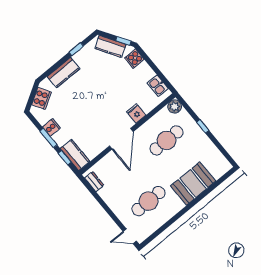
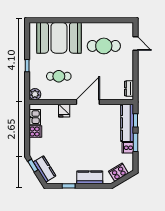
cooker: (134, 59) -> (35, 132), moved
cafe table: (166, 140) -> (59, 76), width x0.73, depth x0.74
kitchen counter: (75, 155) -> (127, 123), width x1.50
booth: (193, 184) -> (59, 38), width x1.36, depth x1.42
door: (130, 236) -> (135, 43), moved

